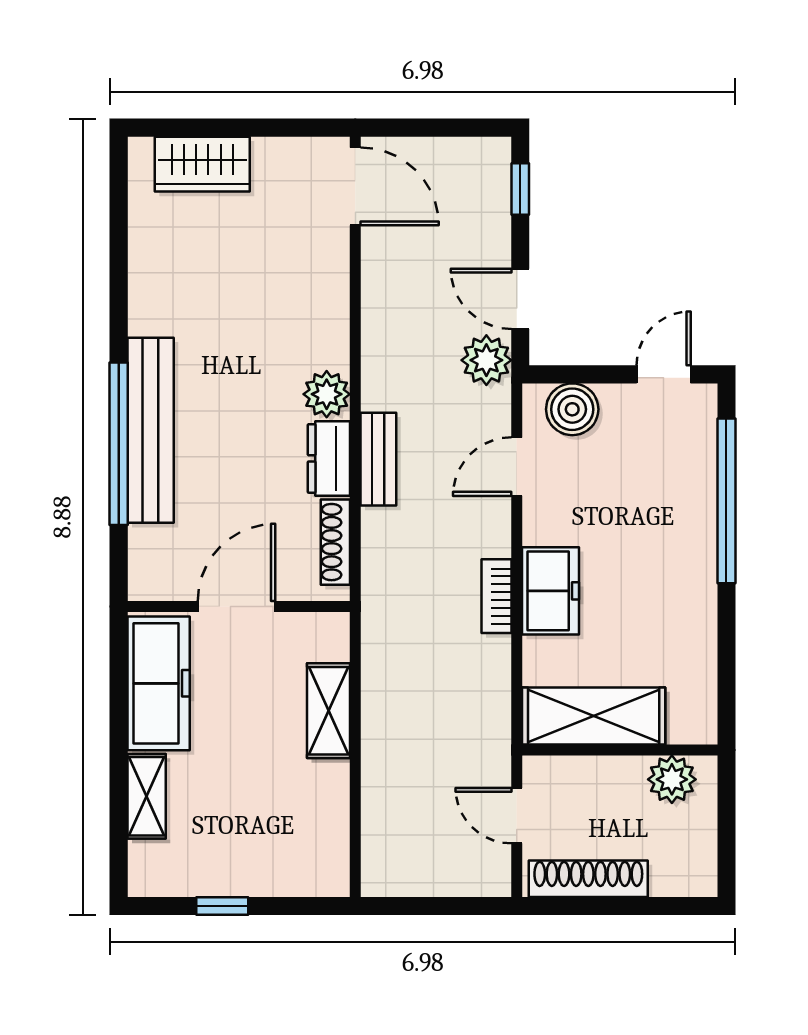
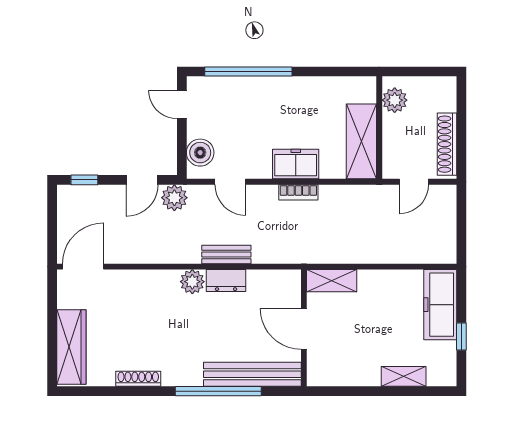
wardrobe: (202, 164) -> (71, 347), width x1.50
bench: (151, 430) -> (252, 374), moved
shoe rack: (335, 542) -> (138, 379), moved, turned 180
freezer: (159, 683) -> (440, 305), moved, turned -90
shelving: (329, 711) -> (332, 281), moved

